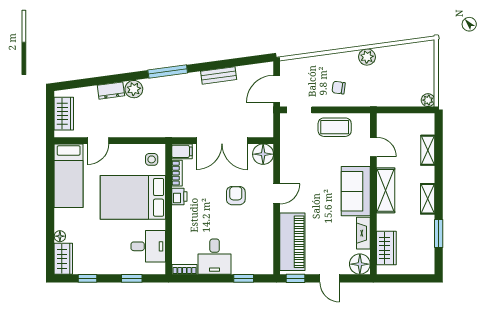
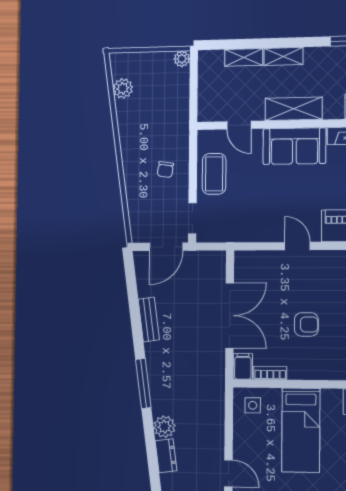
plant: (367, 57) -> (123, 88), moved
door: (277, 89) -> (166, 247), hinge flipped
door: (373, 147) -> (239, 125), swing flipped
floor lamp: (263, 154) -> (247, 263), removed
printer: (179, 196) -> (300, 370), removed
armchair: (236, 196) -> (306, 324), moved, turned 180
bed: (133, 197) -> (301, 430), width x0.67
shelving: (428, 199) -> (283, 56), moved

